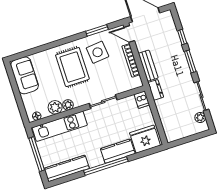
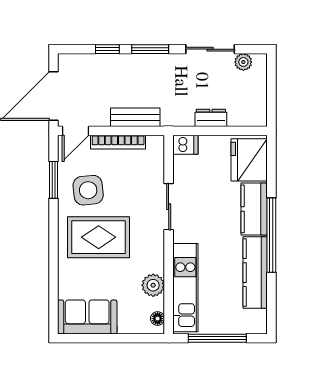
dresser: (156, 90) -> (211, 118), moved
plant: (68, 105) -> (156, 264), removed
kitchen counter: (67, 168) -> (255, 273), moved

